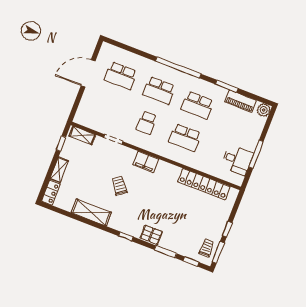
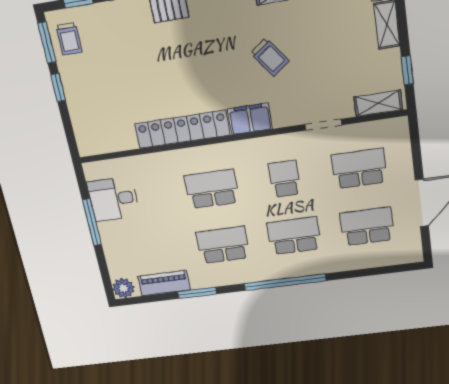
school desk: (108, 108) -> (359, 168), added
locker: (204, 184) -> (182, 129), moved

